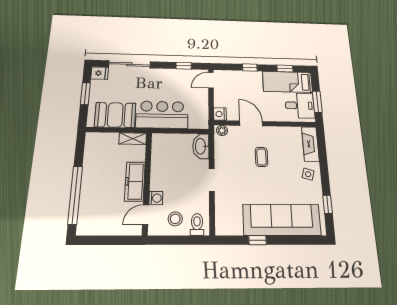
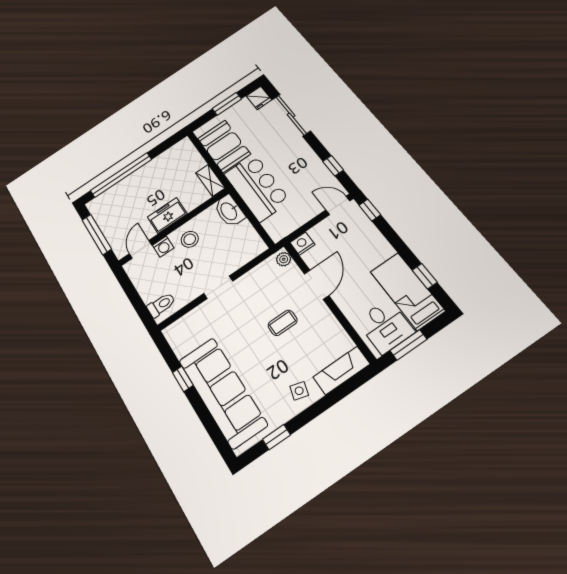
window: (250, 68) -> (370, 210), moved
washbasin: (201, 146) -> (229, 211), moved, turned -90
freezer: (135, 181) -> (167, 215), width x0.71
door: (146, 215) -> (141, 249), hinge flipped
stool: (175, 219) -> (190, 239), moved
window: (108, 240) -> (97, 234), added

